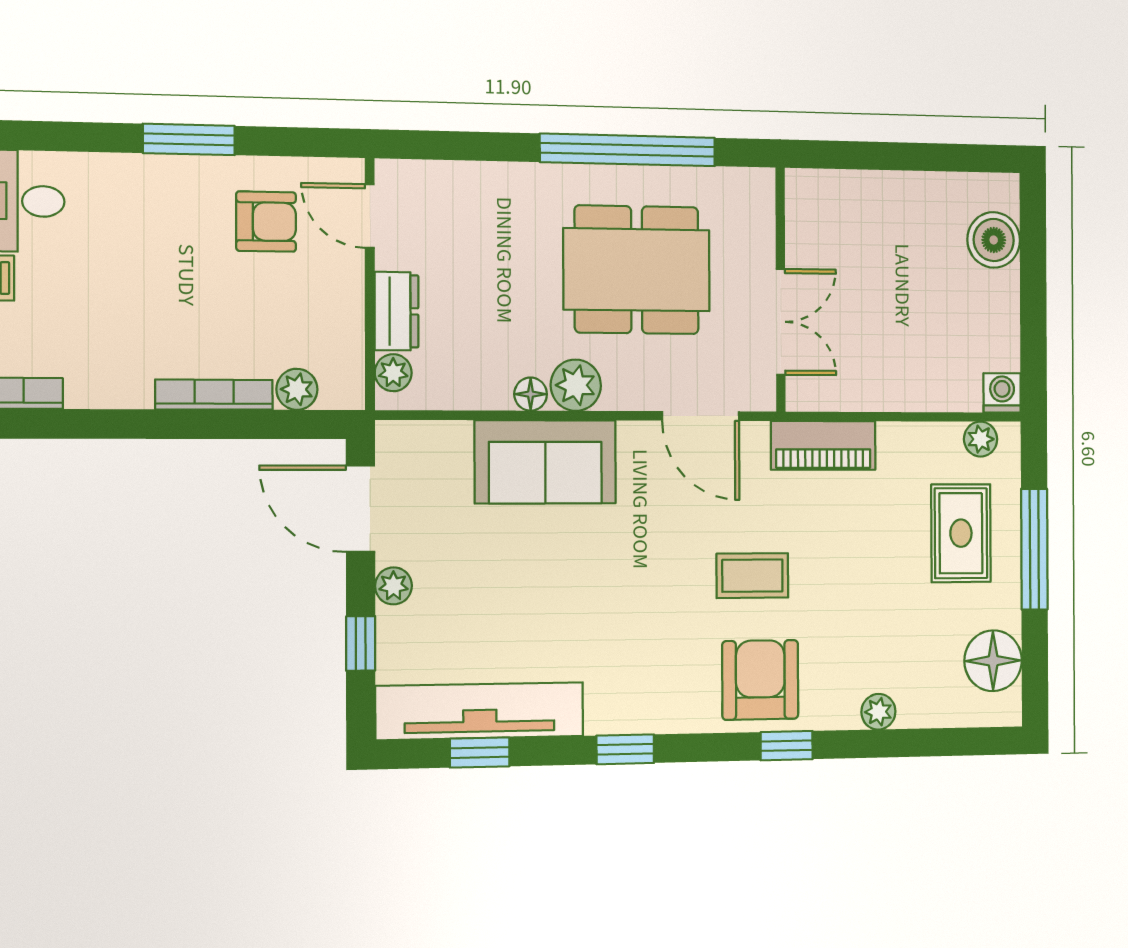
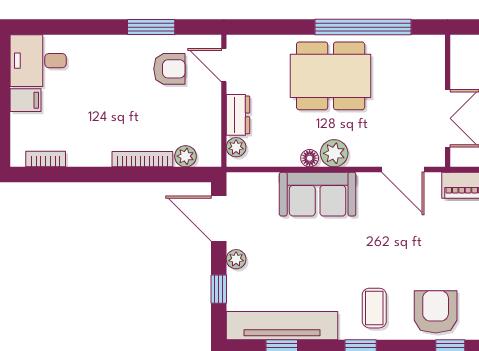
window: (189, 139) -> (151, 27), moved
dining table: (637, 270) -> (331, 76), moved
coffee table: (752, 576) -> (374, 308), moved, turned 90

